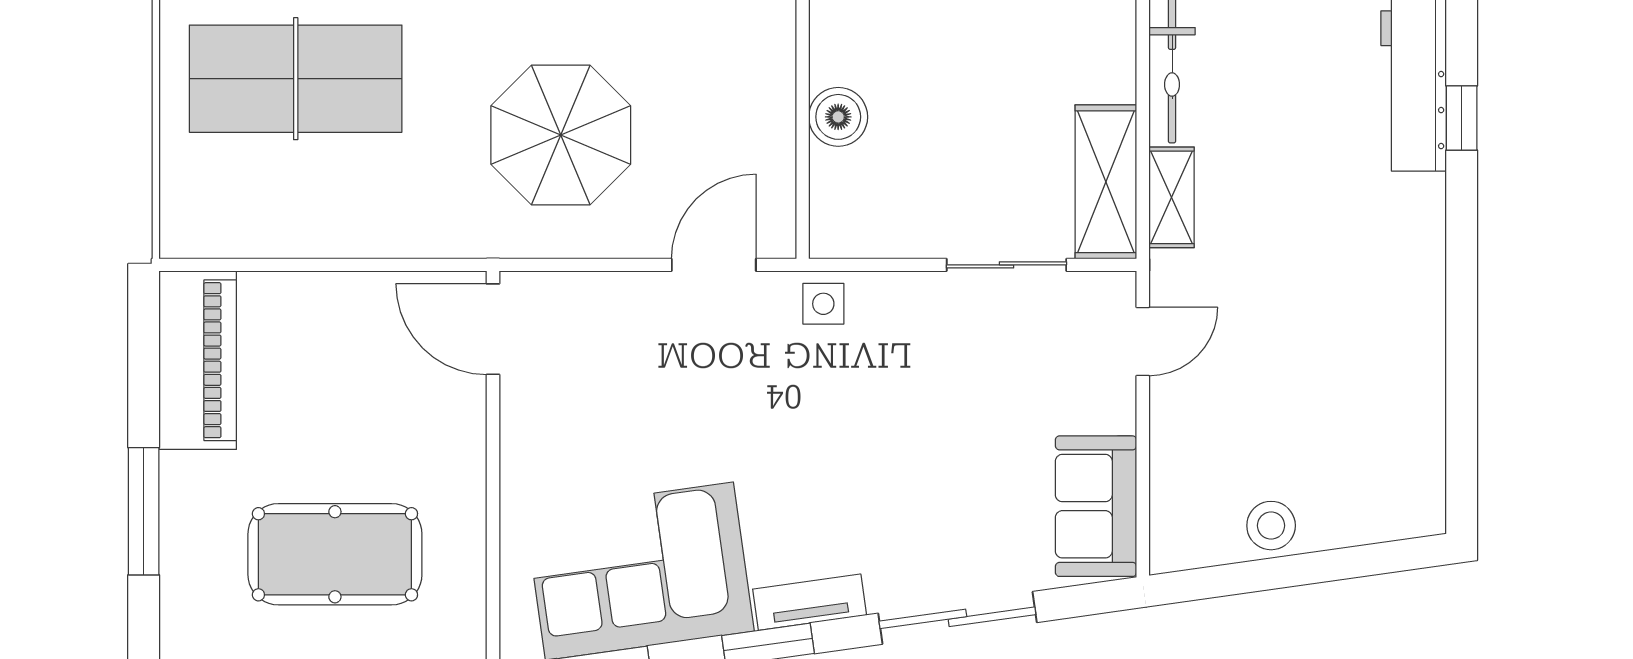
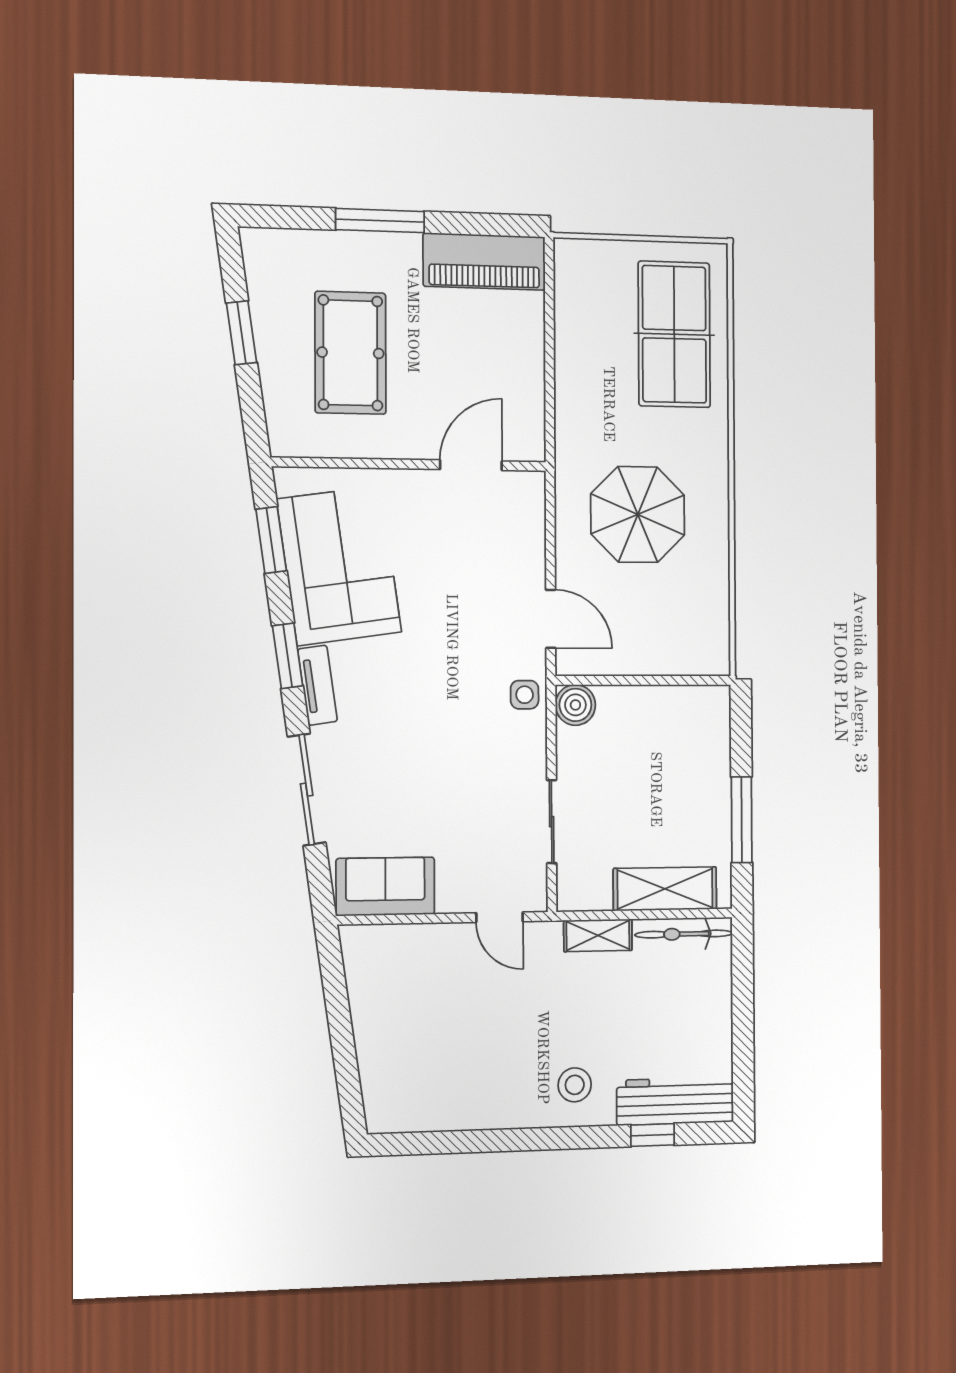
boiler: (838, 117) -> (575, 705), moved
shelving: (1106, 182) -> (665, 889), moved
door: (493, 329) -> (471, 465), moved
stool: (1271, 526) -> (575, 1085), moved

